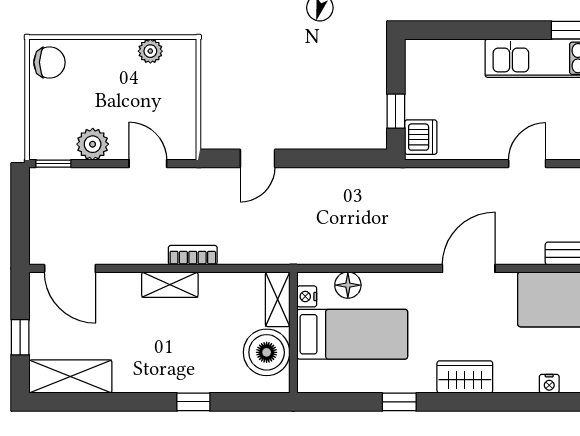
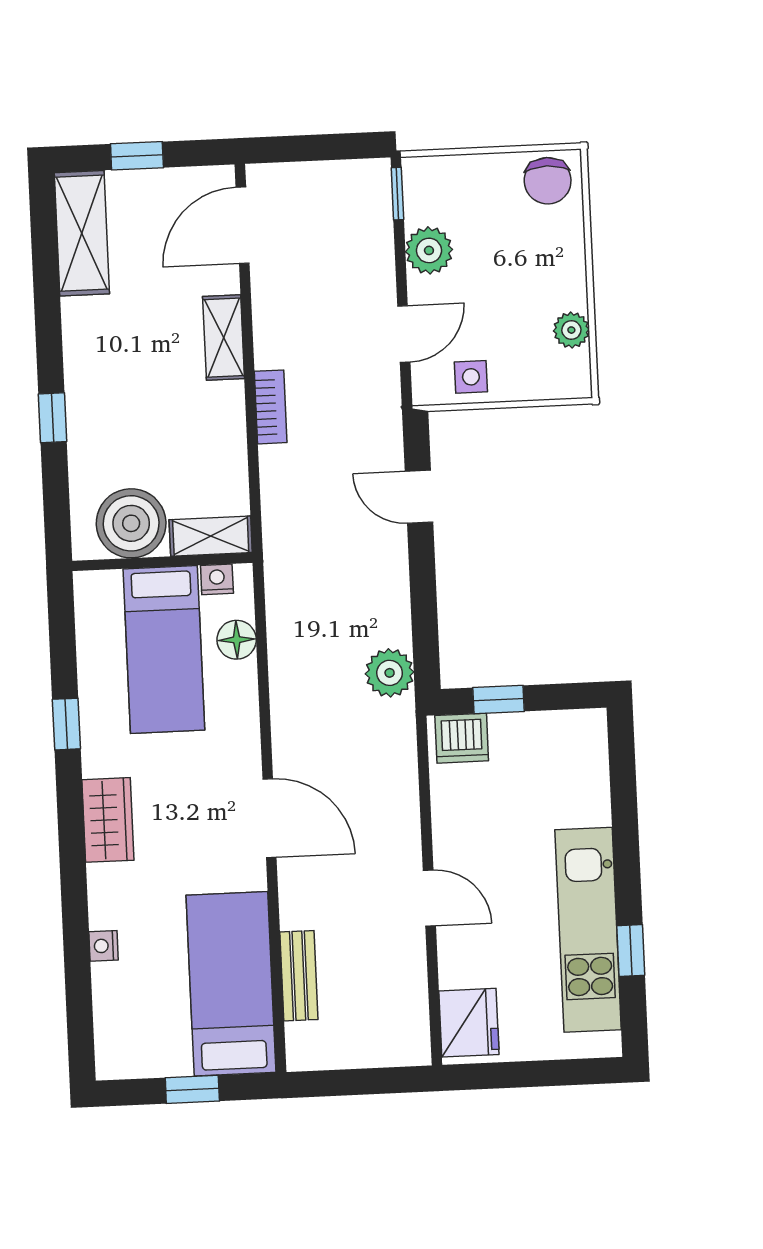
side table: (179, 120) -> (471, 377), added
plant: (375, 183) -> (390, 673), added
shelving: (170, 285) -> (224, 338), moved

